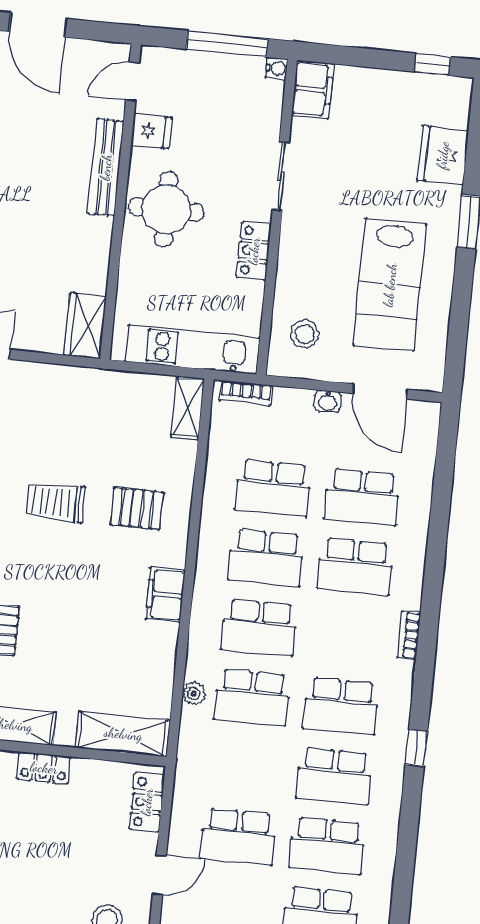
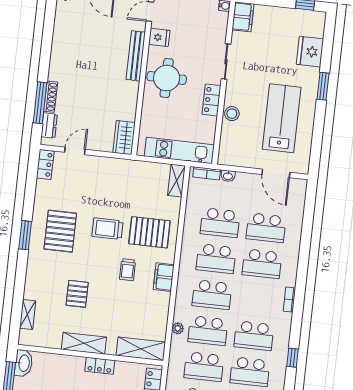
lab bench: (390, 285) -> (282, 118), turned 180
stool: (305, 334) -> (232, 114), moved
washbasin: (328, 401) -> (228, 176), moved
pallet: (137, 508) -> (149, 232), width x1.50, depth x1.42
trolley: (95, 581) -> (128, 270), added
school desk: (245, 767) -> (204, 367), added

